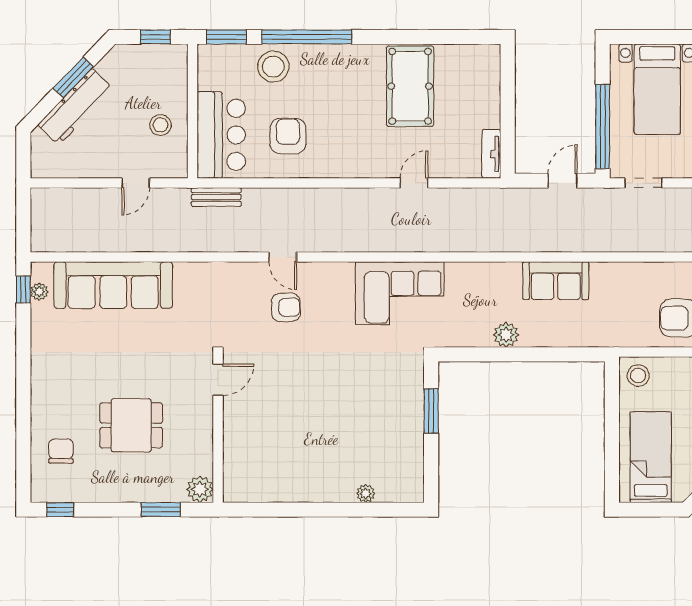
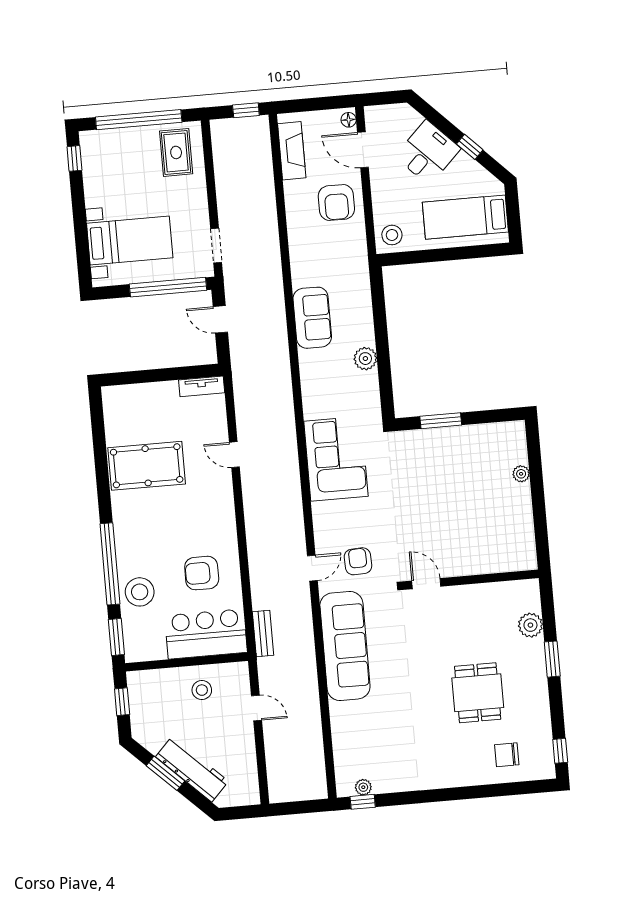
sofa: (113, 285) -> (345, 646), moved
door: (218, 380) -> (426, 584), moved
wall: (218, 430) -> (472, 580), moved

